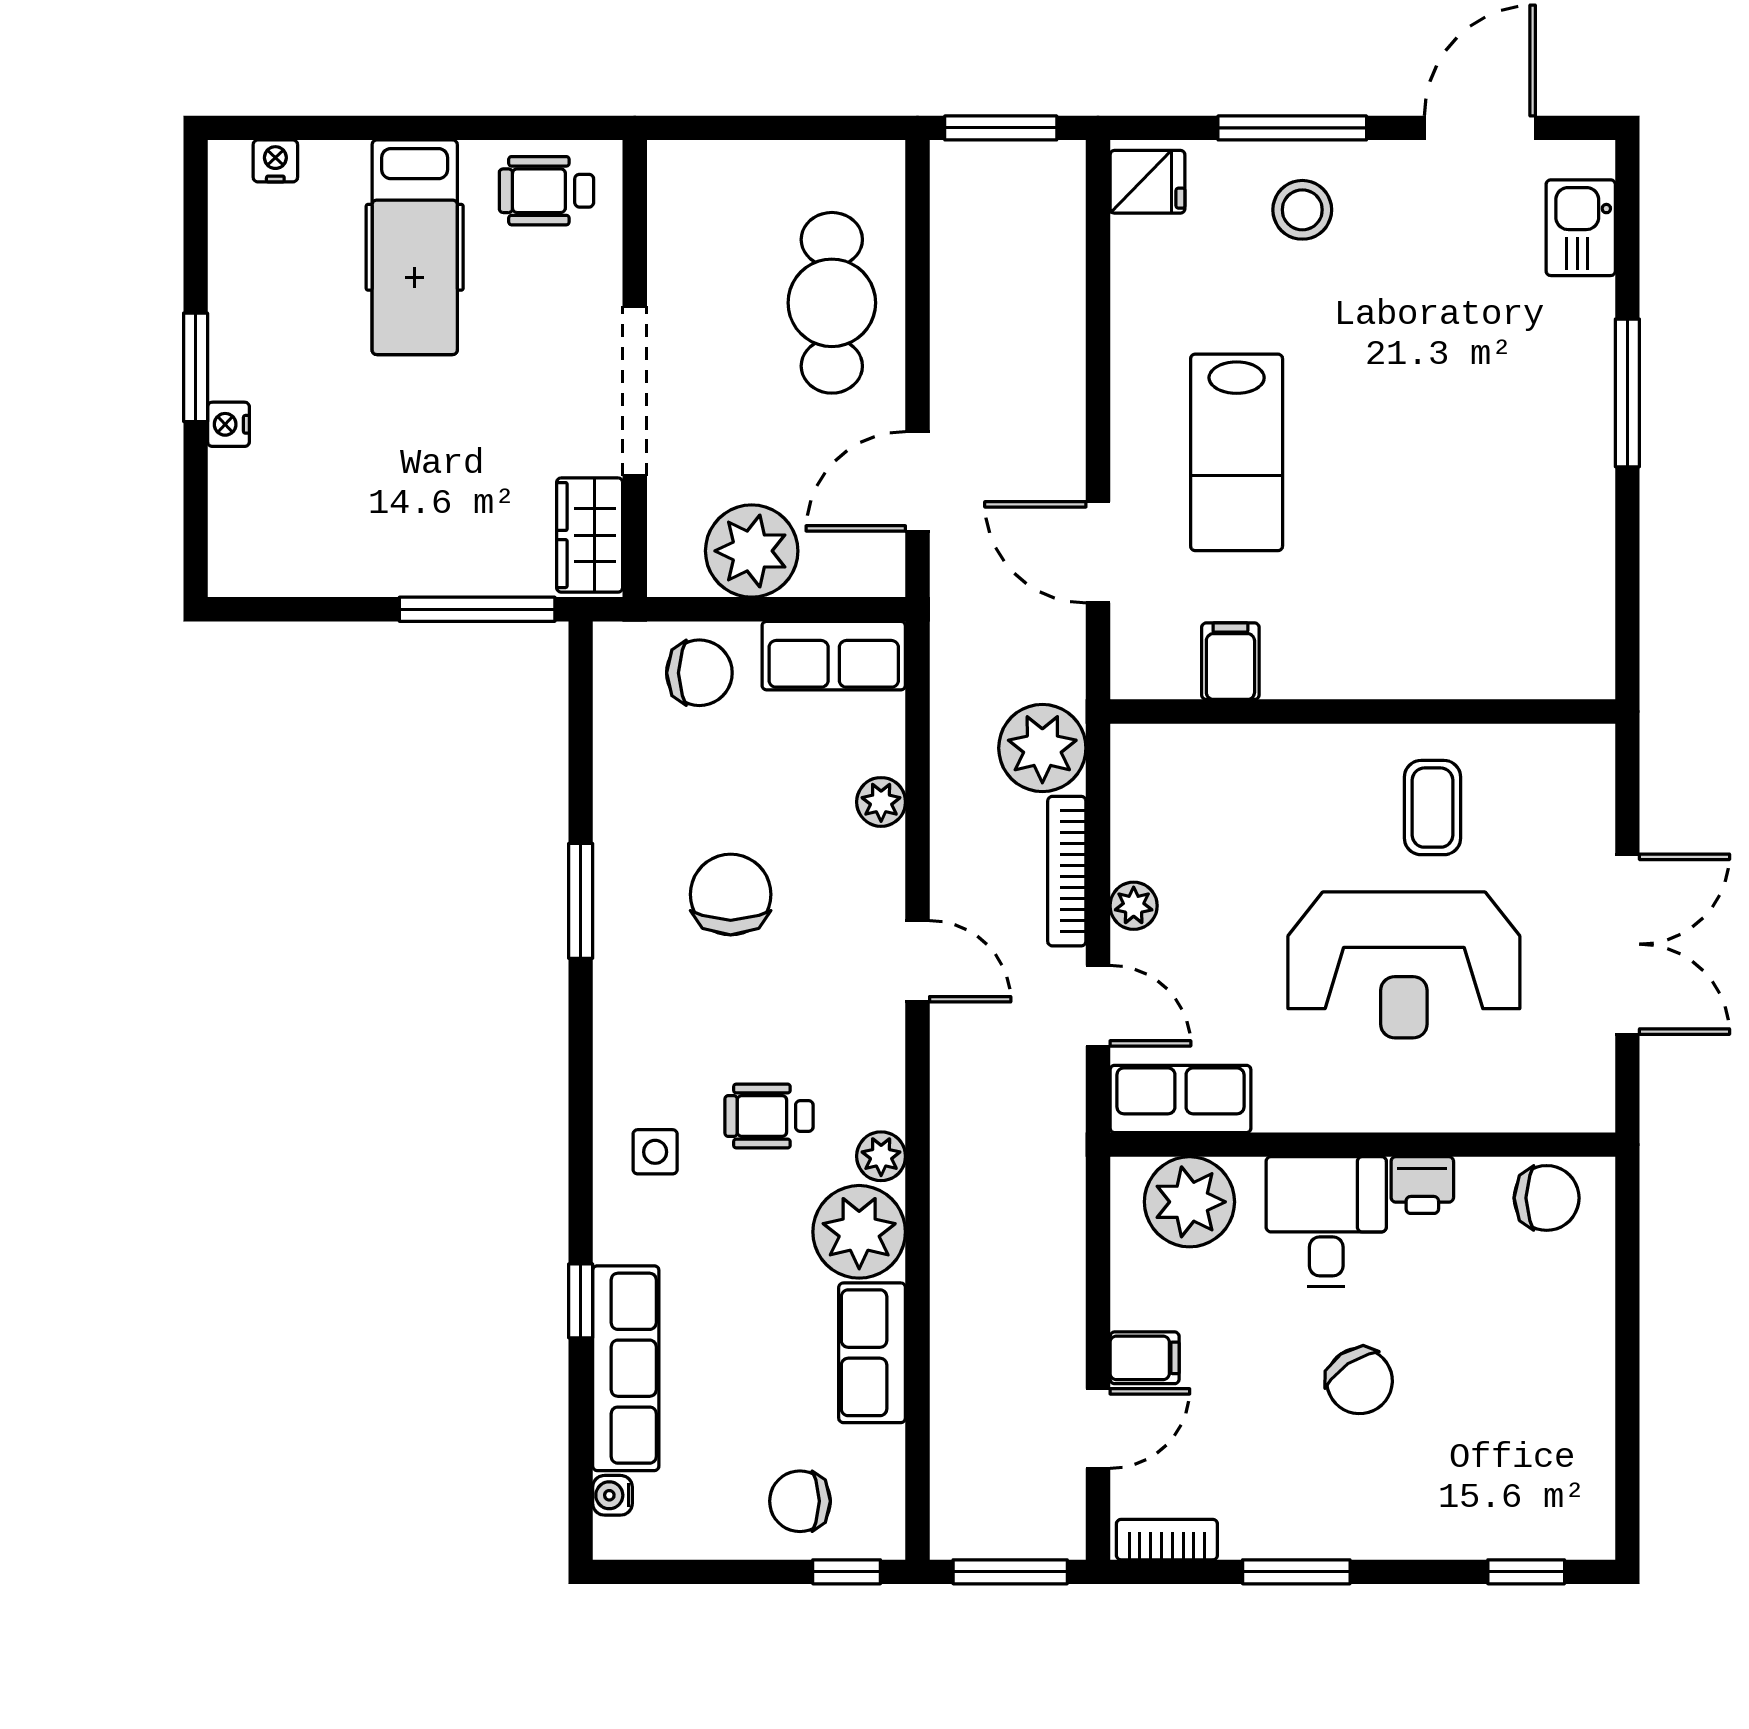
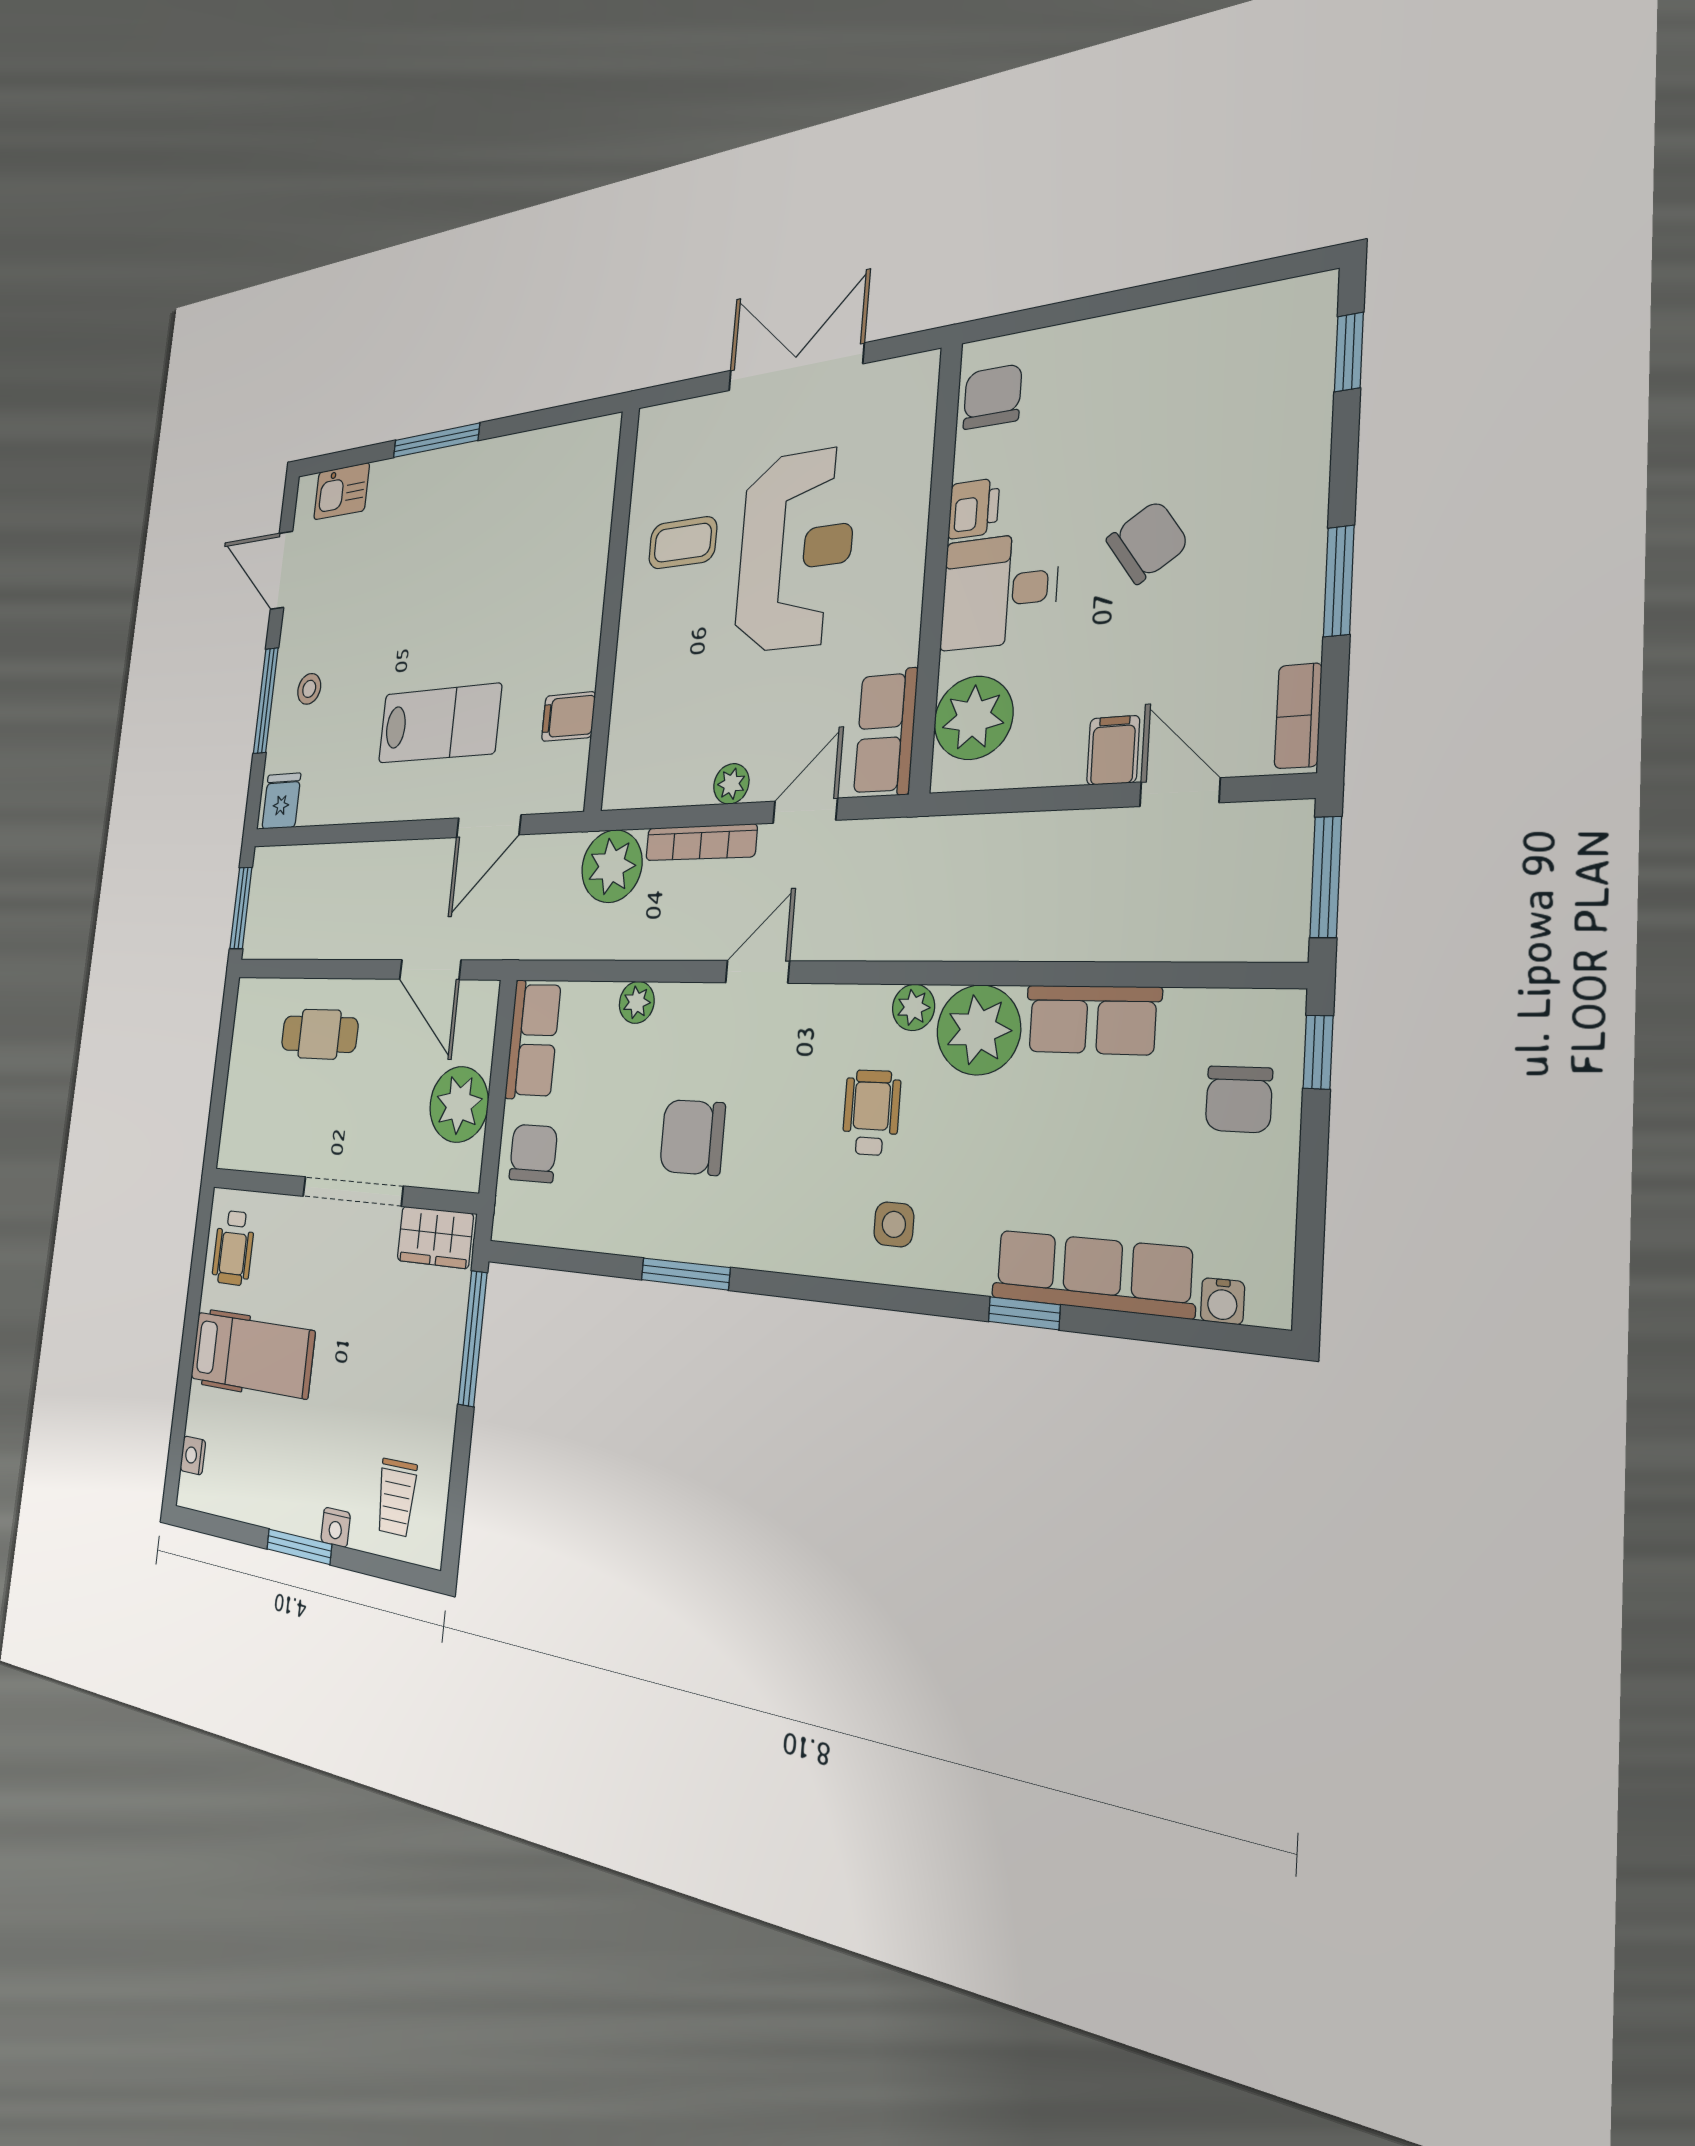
stool: (1302, 210) -> (309, 689), width x0.73, depth x0.73
cafe table: (832, 303) -> (319, 1034), width x0.73, depth x0.74
trolley: (279, 517) -> (396, 1497), added
wheelchair: (769, 1116) -> (871, 1113), turned 180

